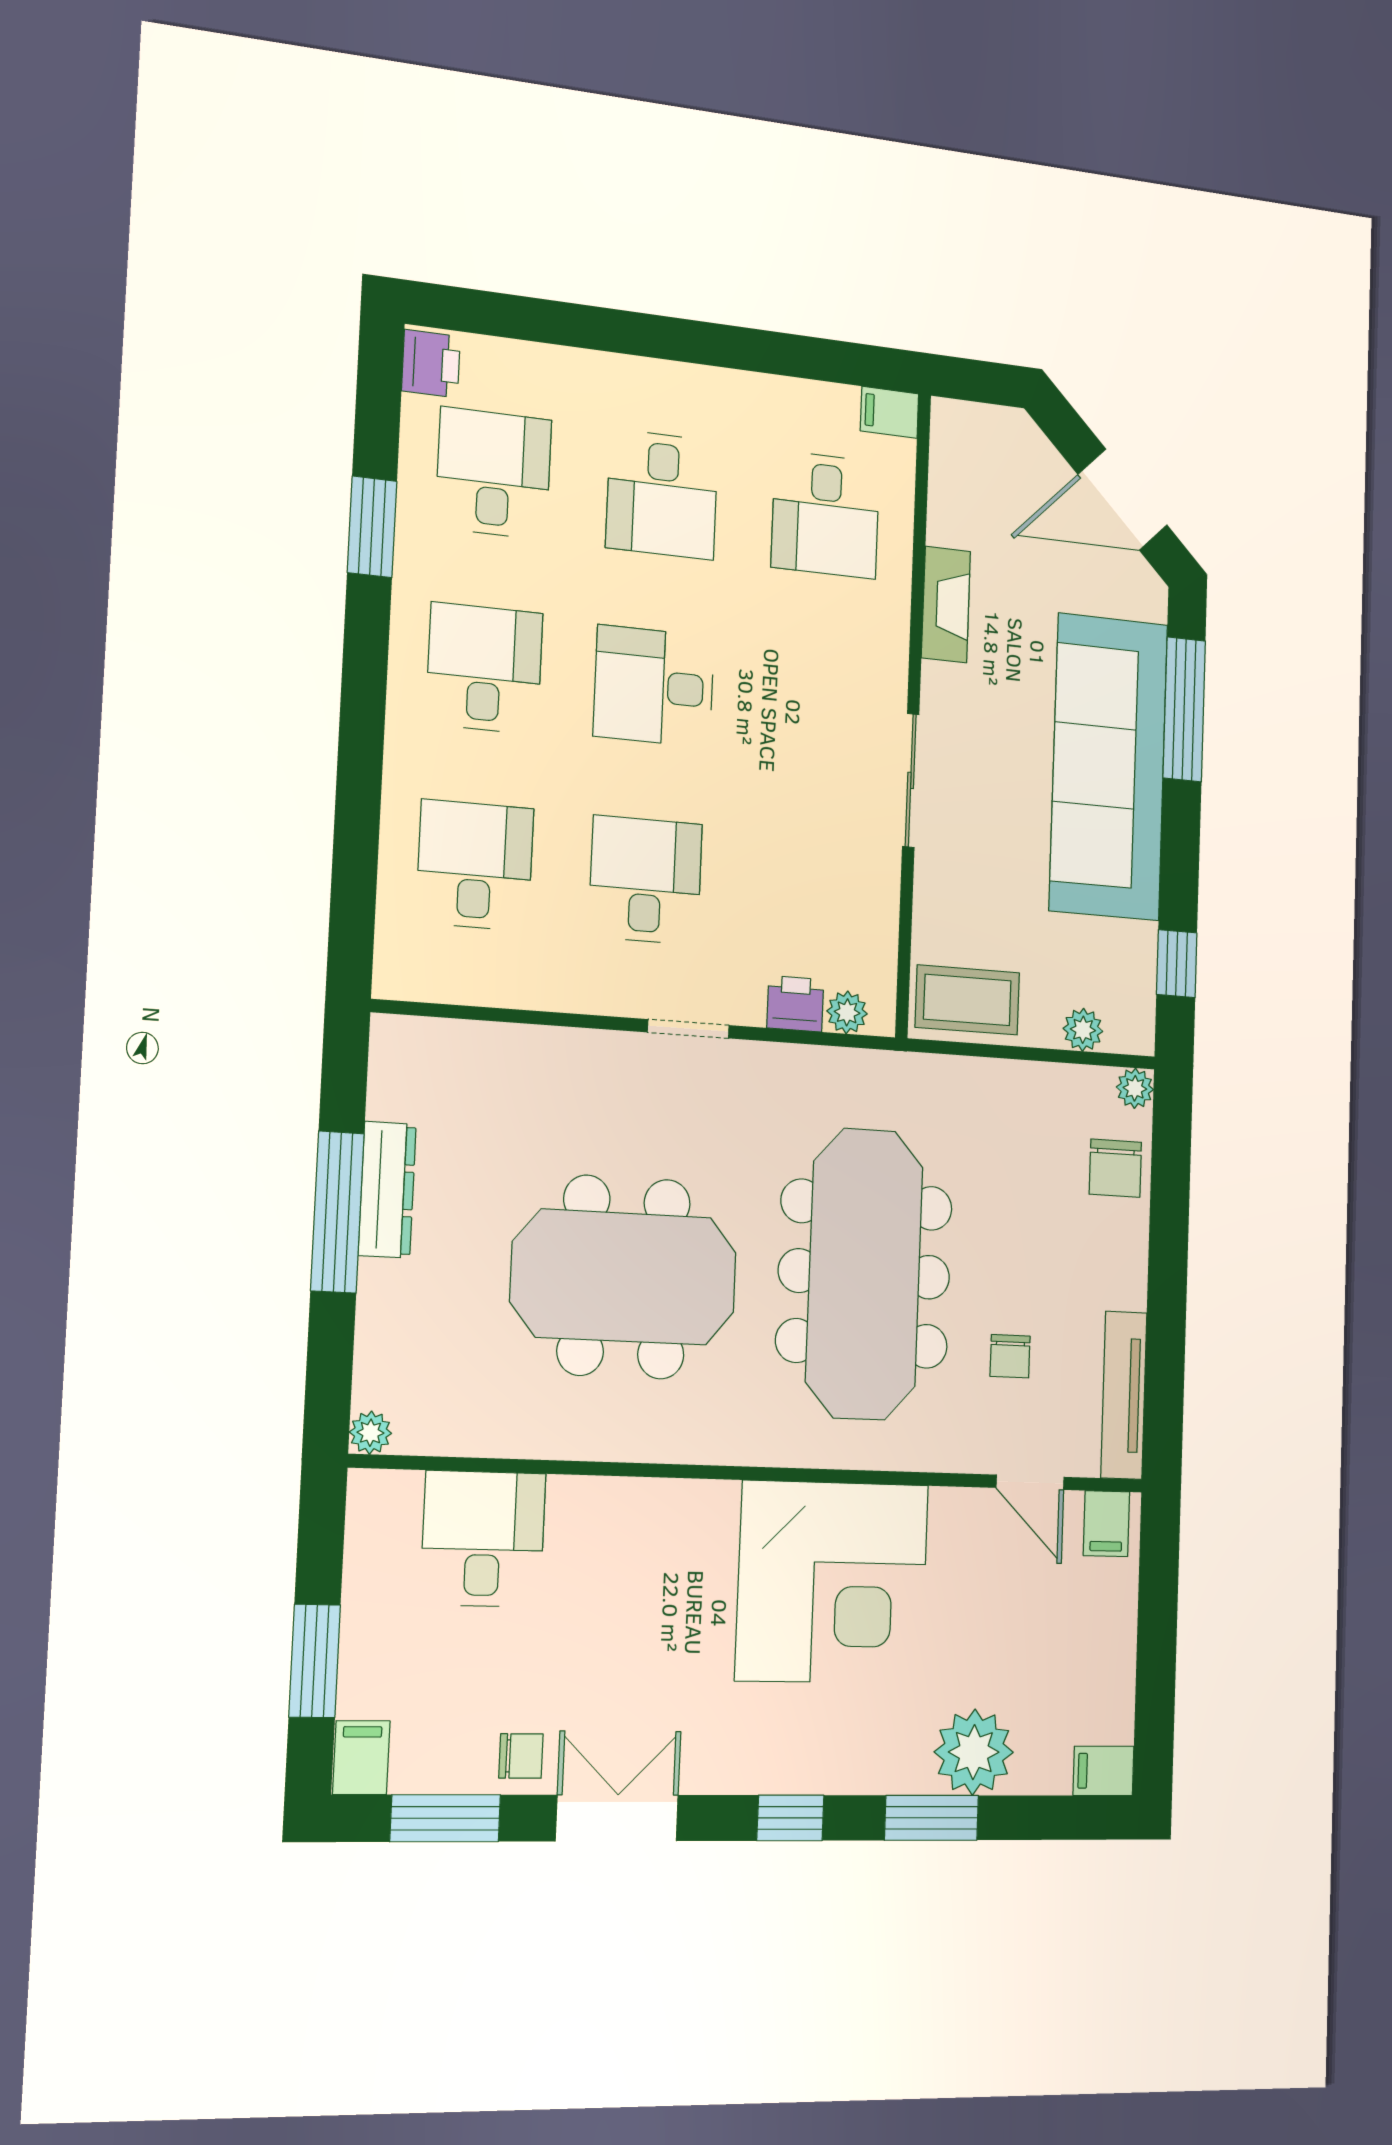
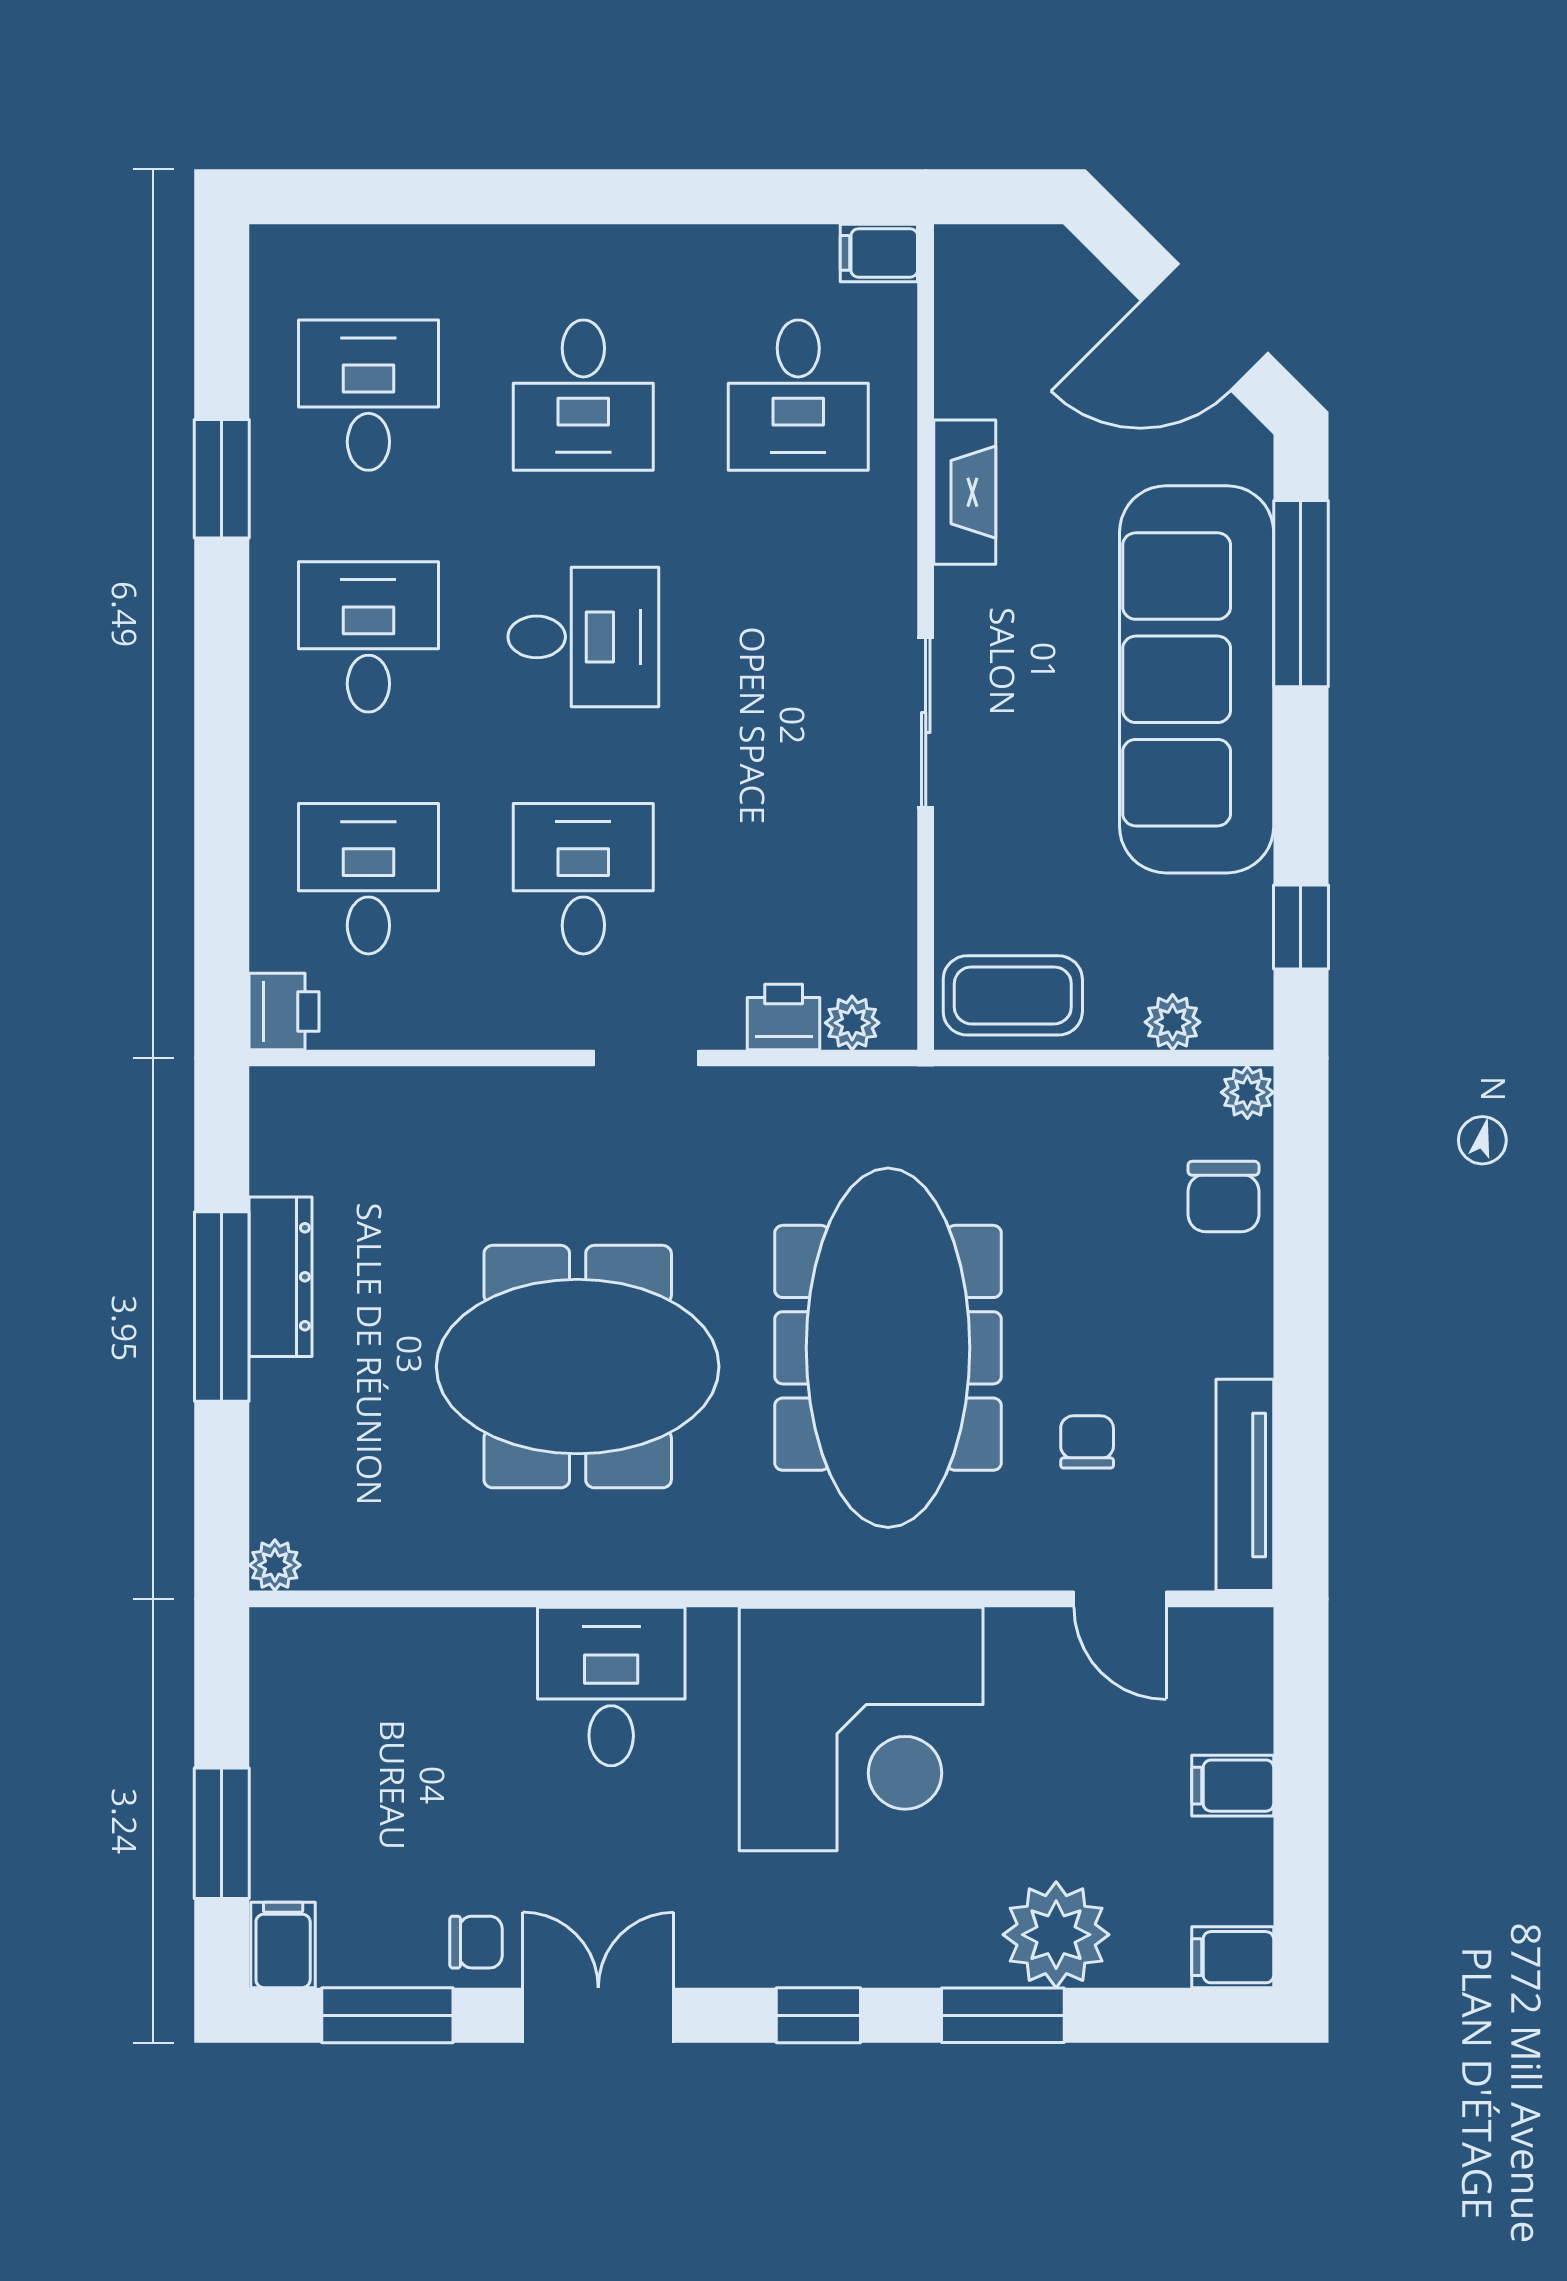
printer: (431, 364) -> (284, 1011), moved
desk: (654, 686) -> (583, 637), turned 180
chair: (1010, 1356) -> (1087, 1442), turned 180
filing cabinet: (1106, 1524) -> (1233, 1786), moved, turned 90
desk: (483, 1539) -> (611, 1687), moved

